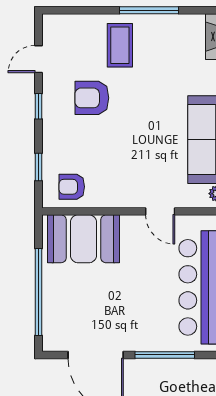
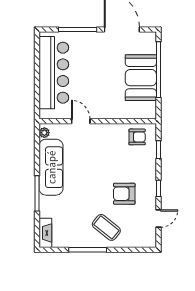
coffee table: (120, 45) -> (106, 227), turned -51
armchair: (92, 98) -> (124, 194), turned 180
booth: (83, 239) -> (141, 78), moved, turned 90

